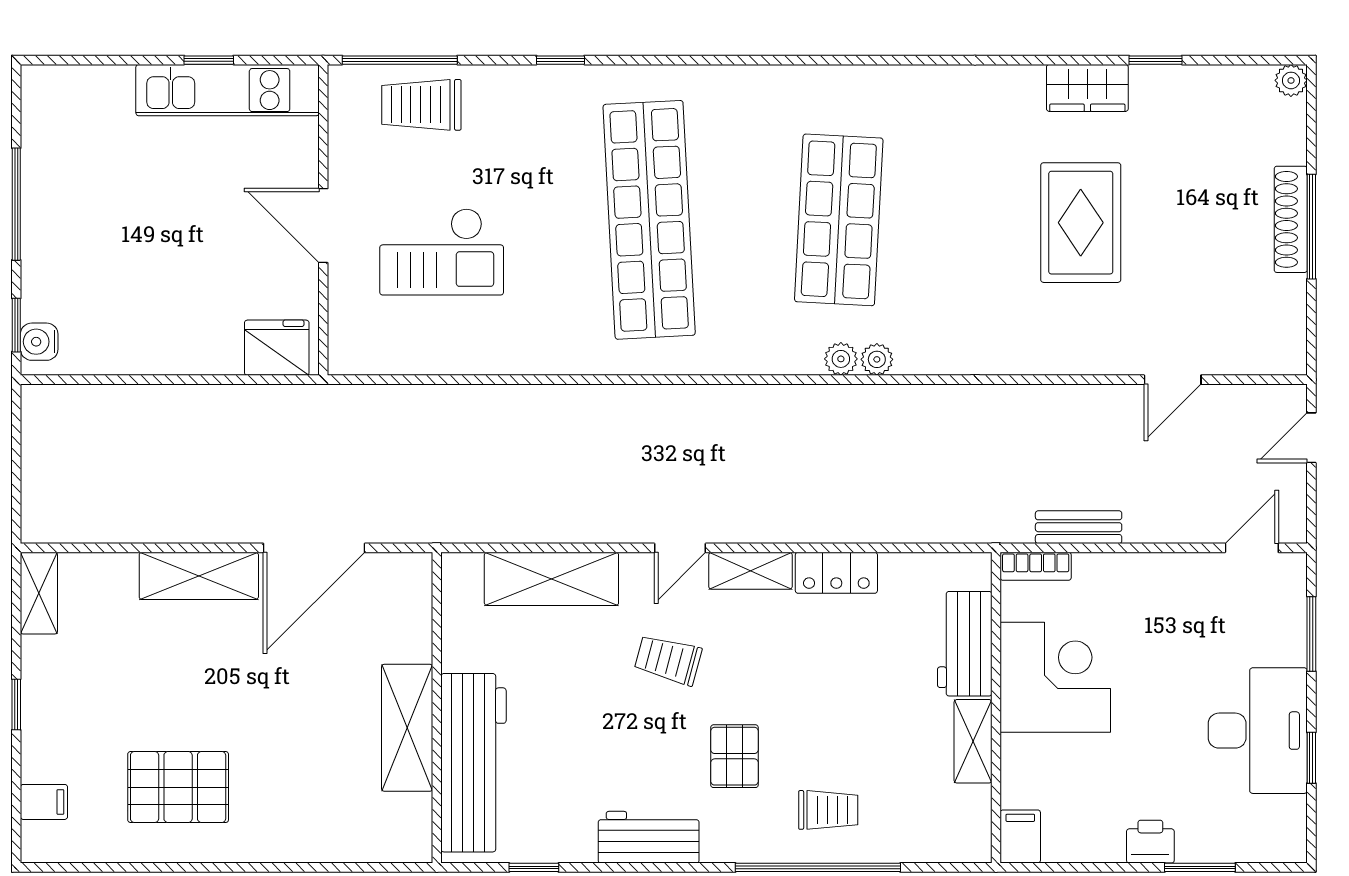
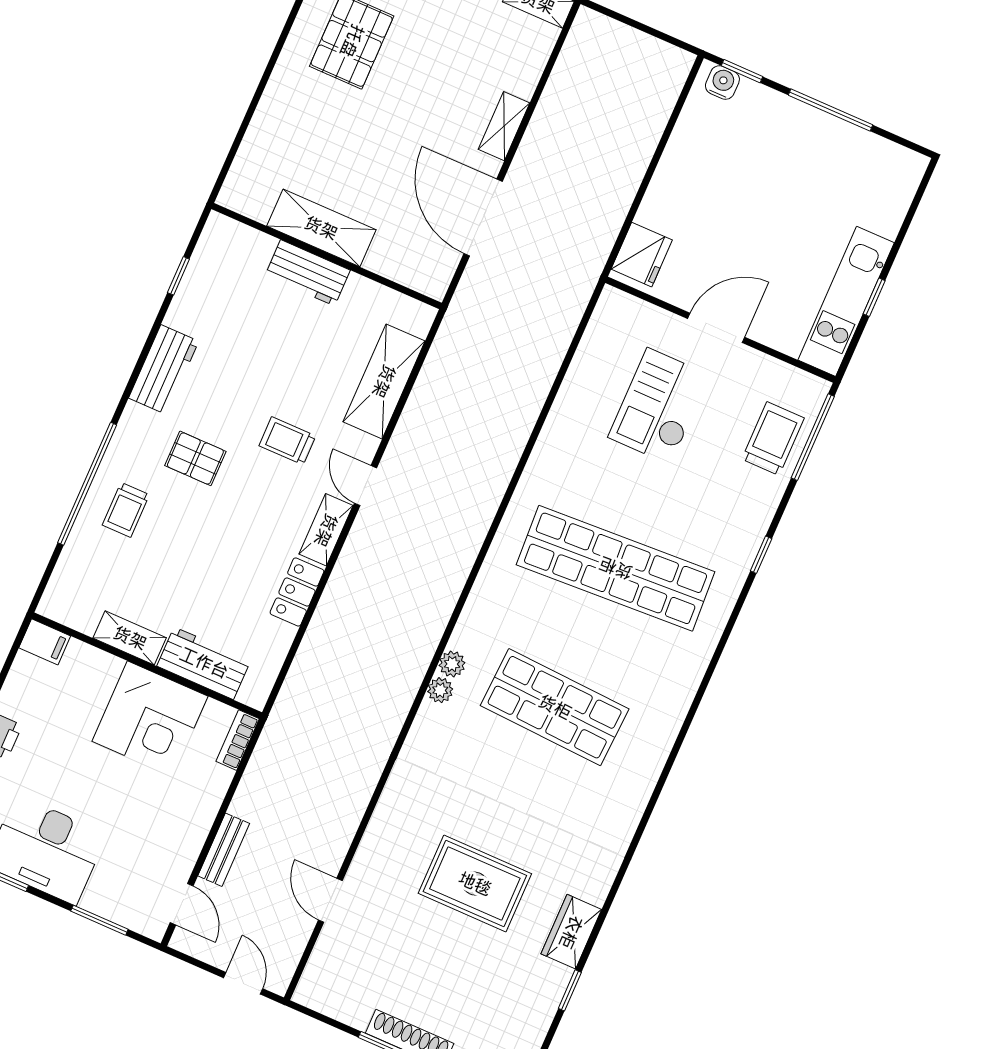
bench: (1079, 527) -> (224, 850), moved
shelving: (199, 576) -> (504, 126), width x0.67, depth x0.75
trolley: (668, 660) -> (287, 441), turned -105
workbench: (473, 763) -> (308, 273), width x0.53, depth x0.76

